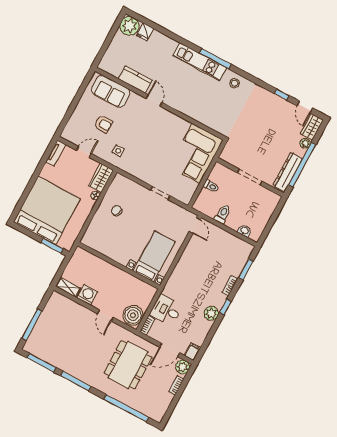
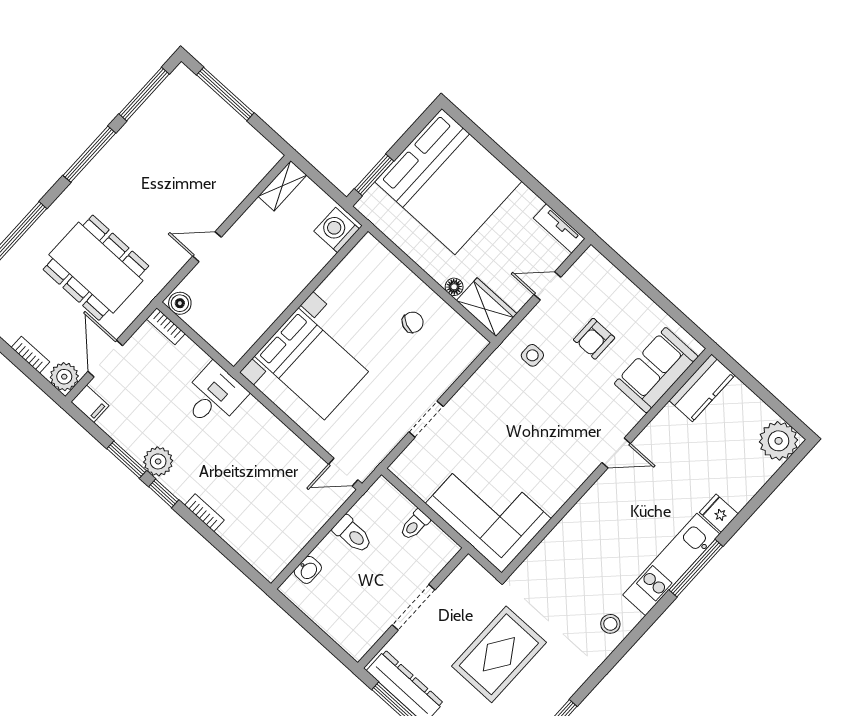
fridge: (145, 32) -> (719, 513), moved
window: (215, 59) -> (696, 568), moved
kitchen counter: (135, 80) -> (702, 388), moved
rug: (262, 132) -> (499, 654), added
door: (84, 152) -> (547, 286), swing flipped
bed with nightstands: (154, 256) -> (311, 364), width x1.36
window: (246, 269) -> (127, 460), moved
washing machine: (87, 295) -> (337, 230), moved, turned 180
desk: (166, 310) -> (214, 396), moved
boiler: (133, 315) -> (180, 303), width x0.54, depth x0.54

